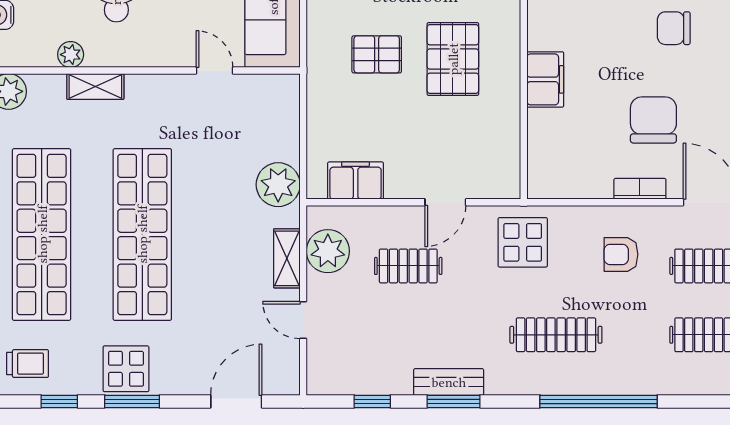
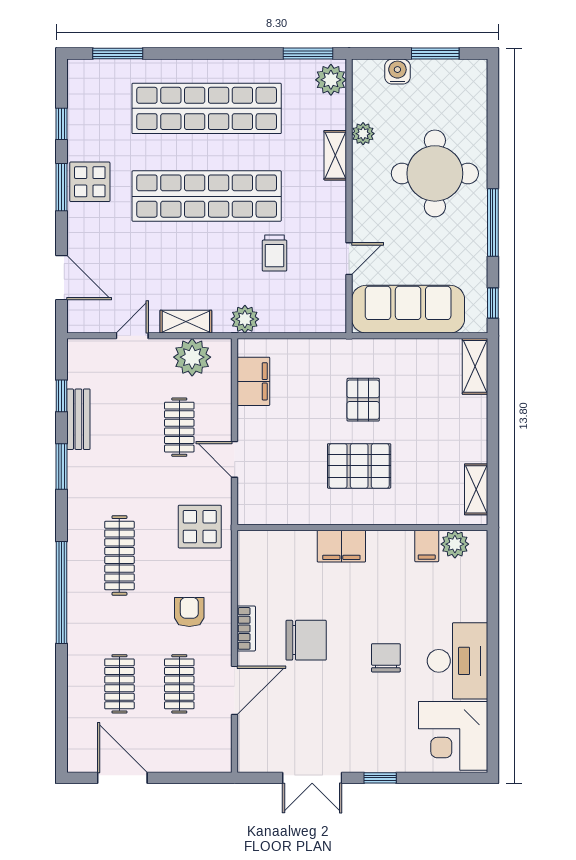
plant: (278, 185) -> (245, 319), width x0.73, depth x0.73
trolley: (28, 364) -> (275, 253), moved
bench: (449, 382) -> (78, 419), moved

